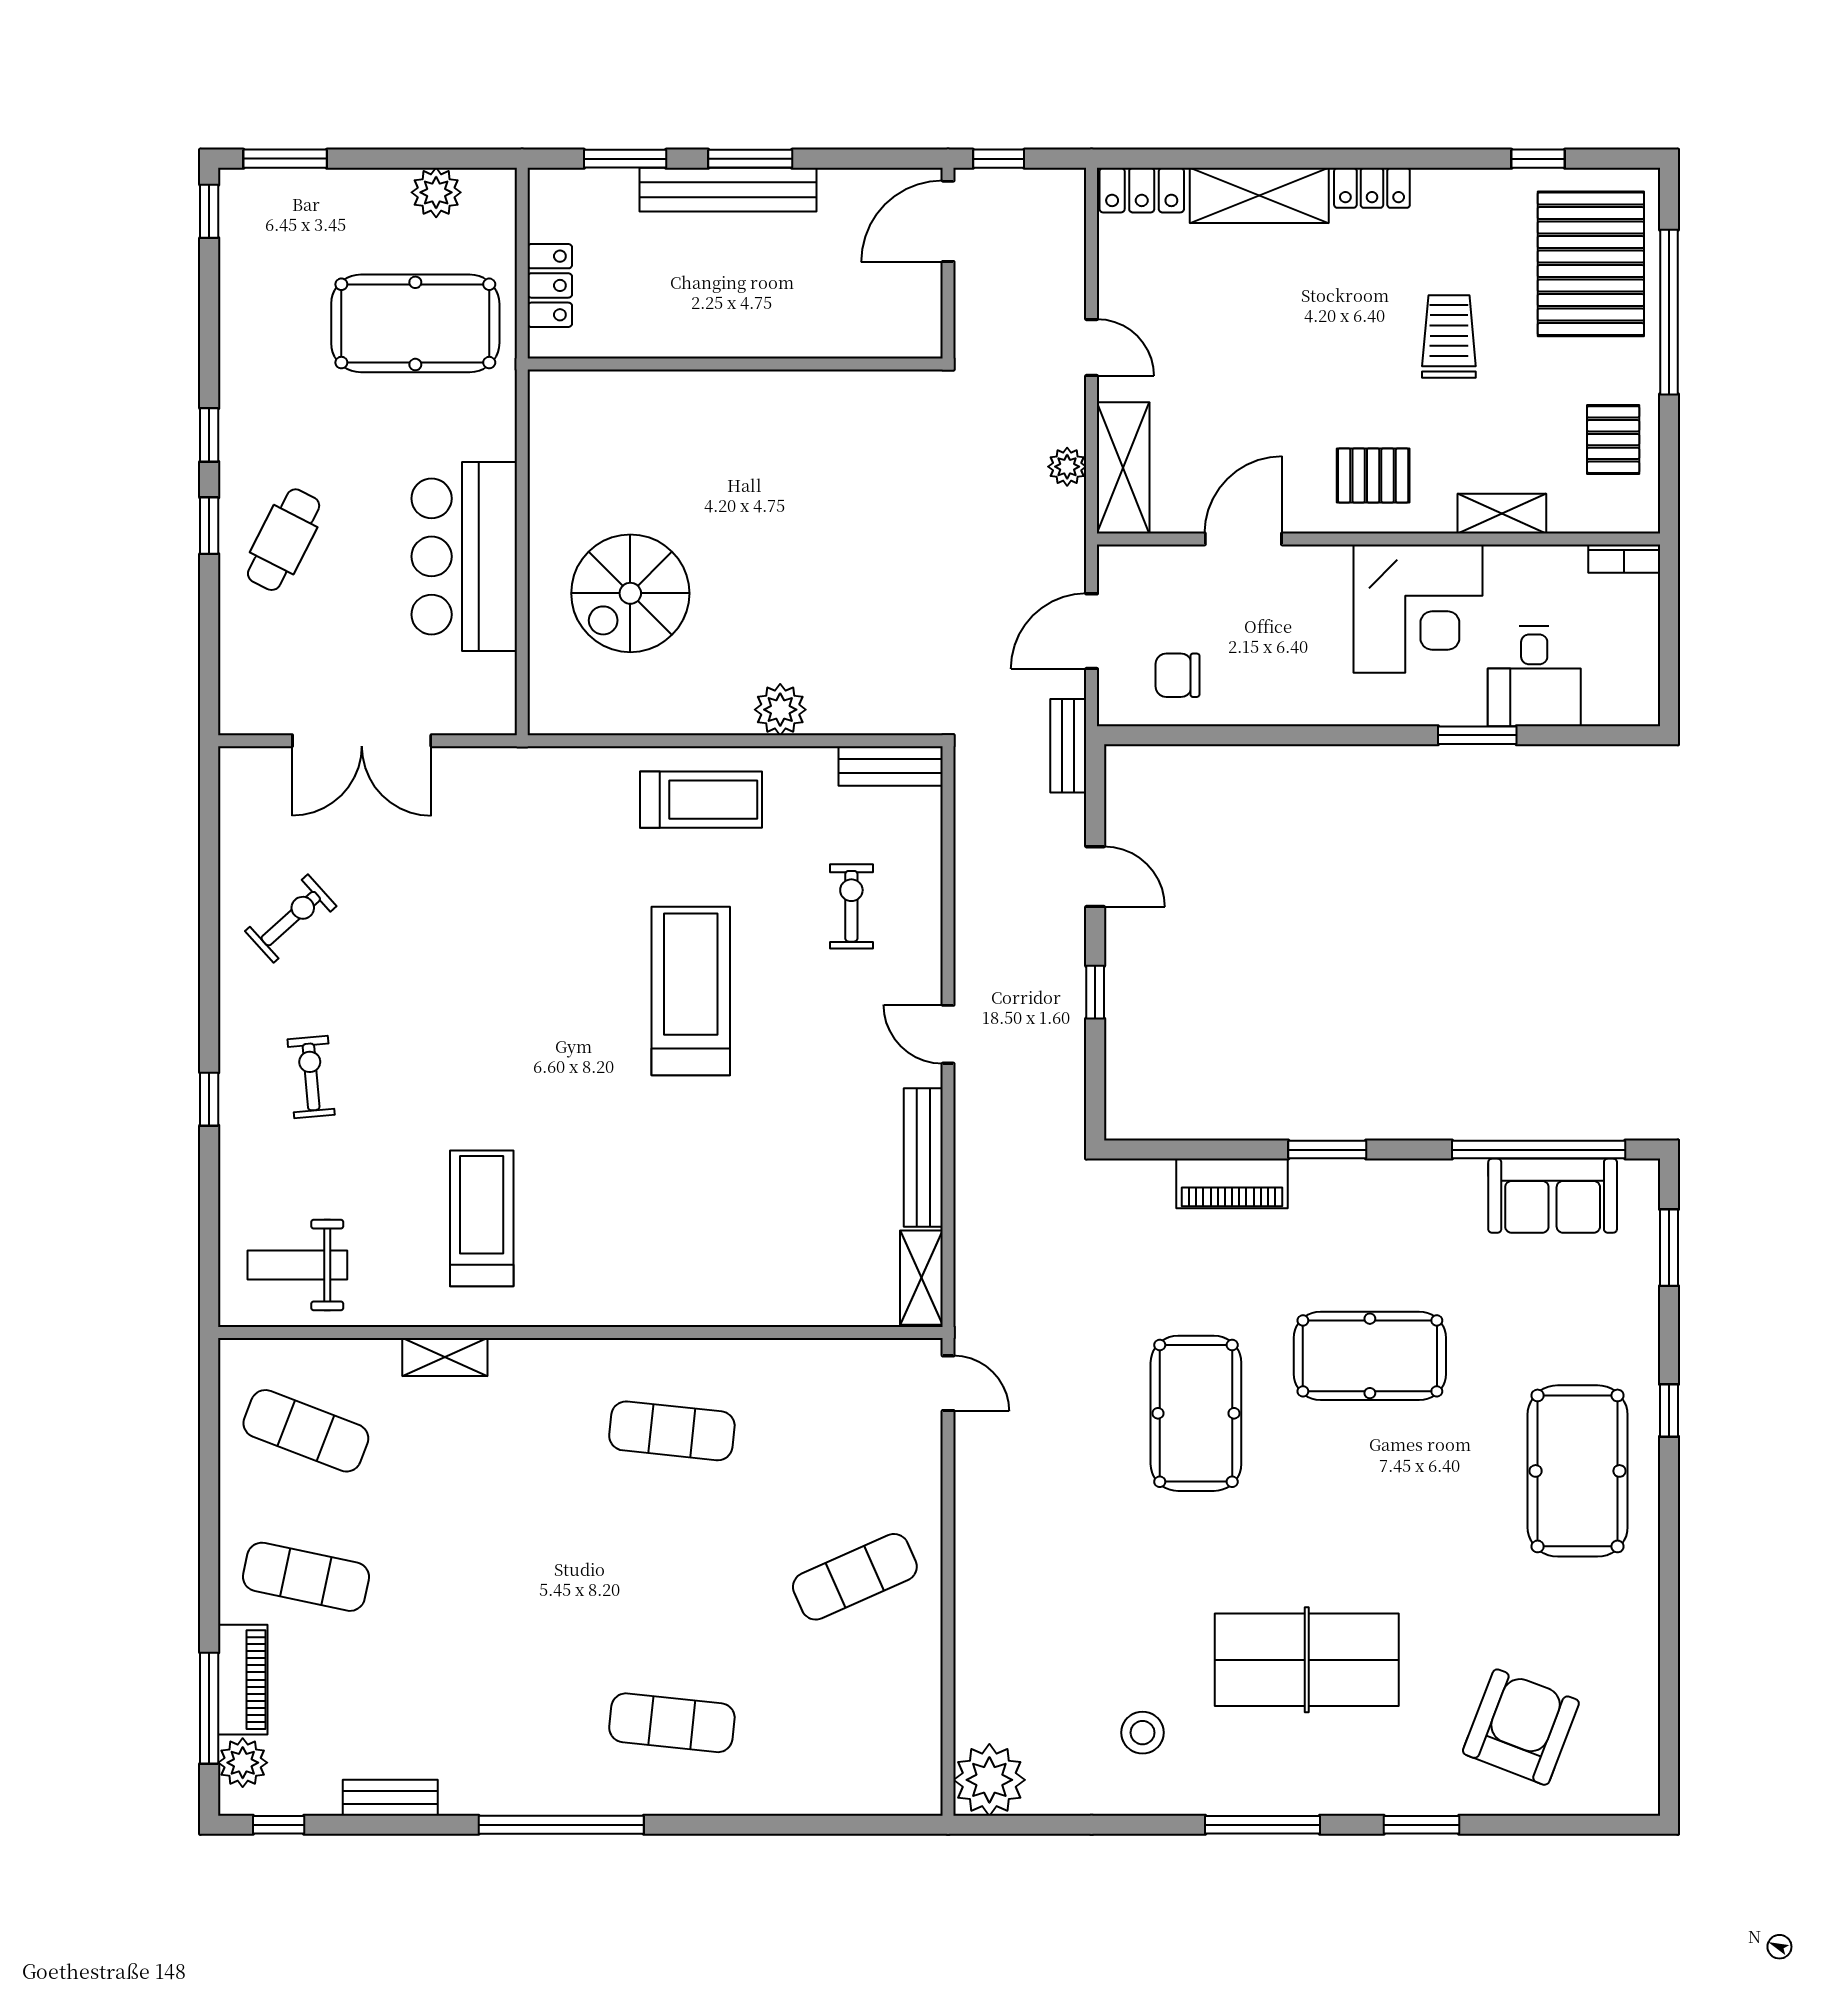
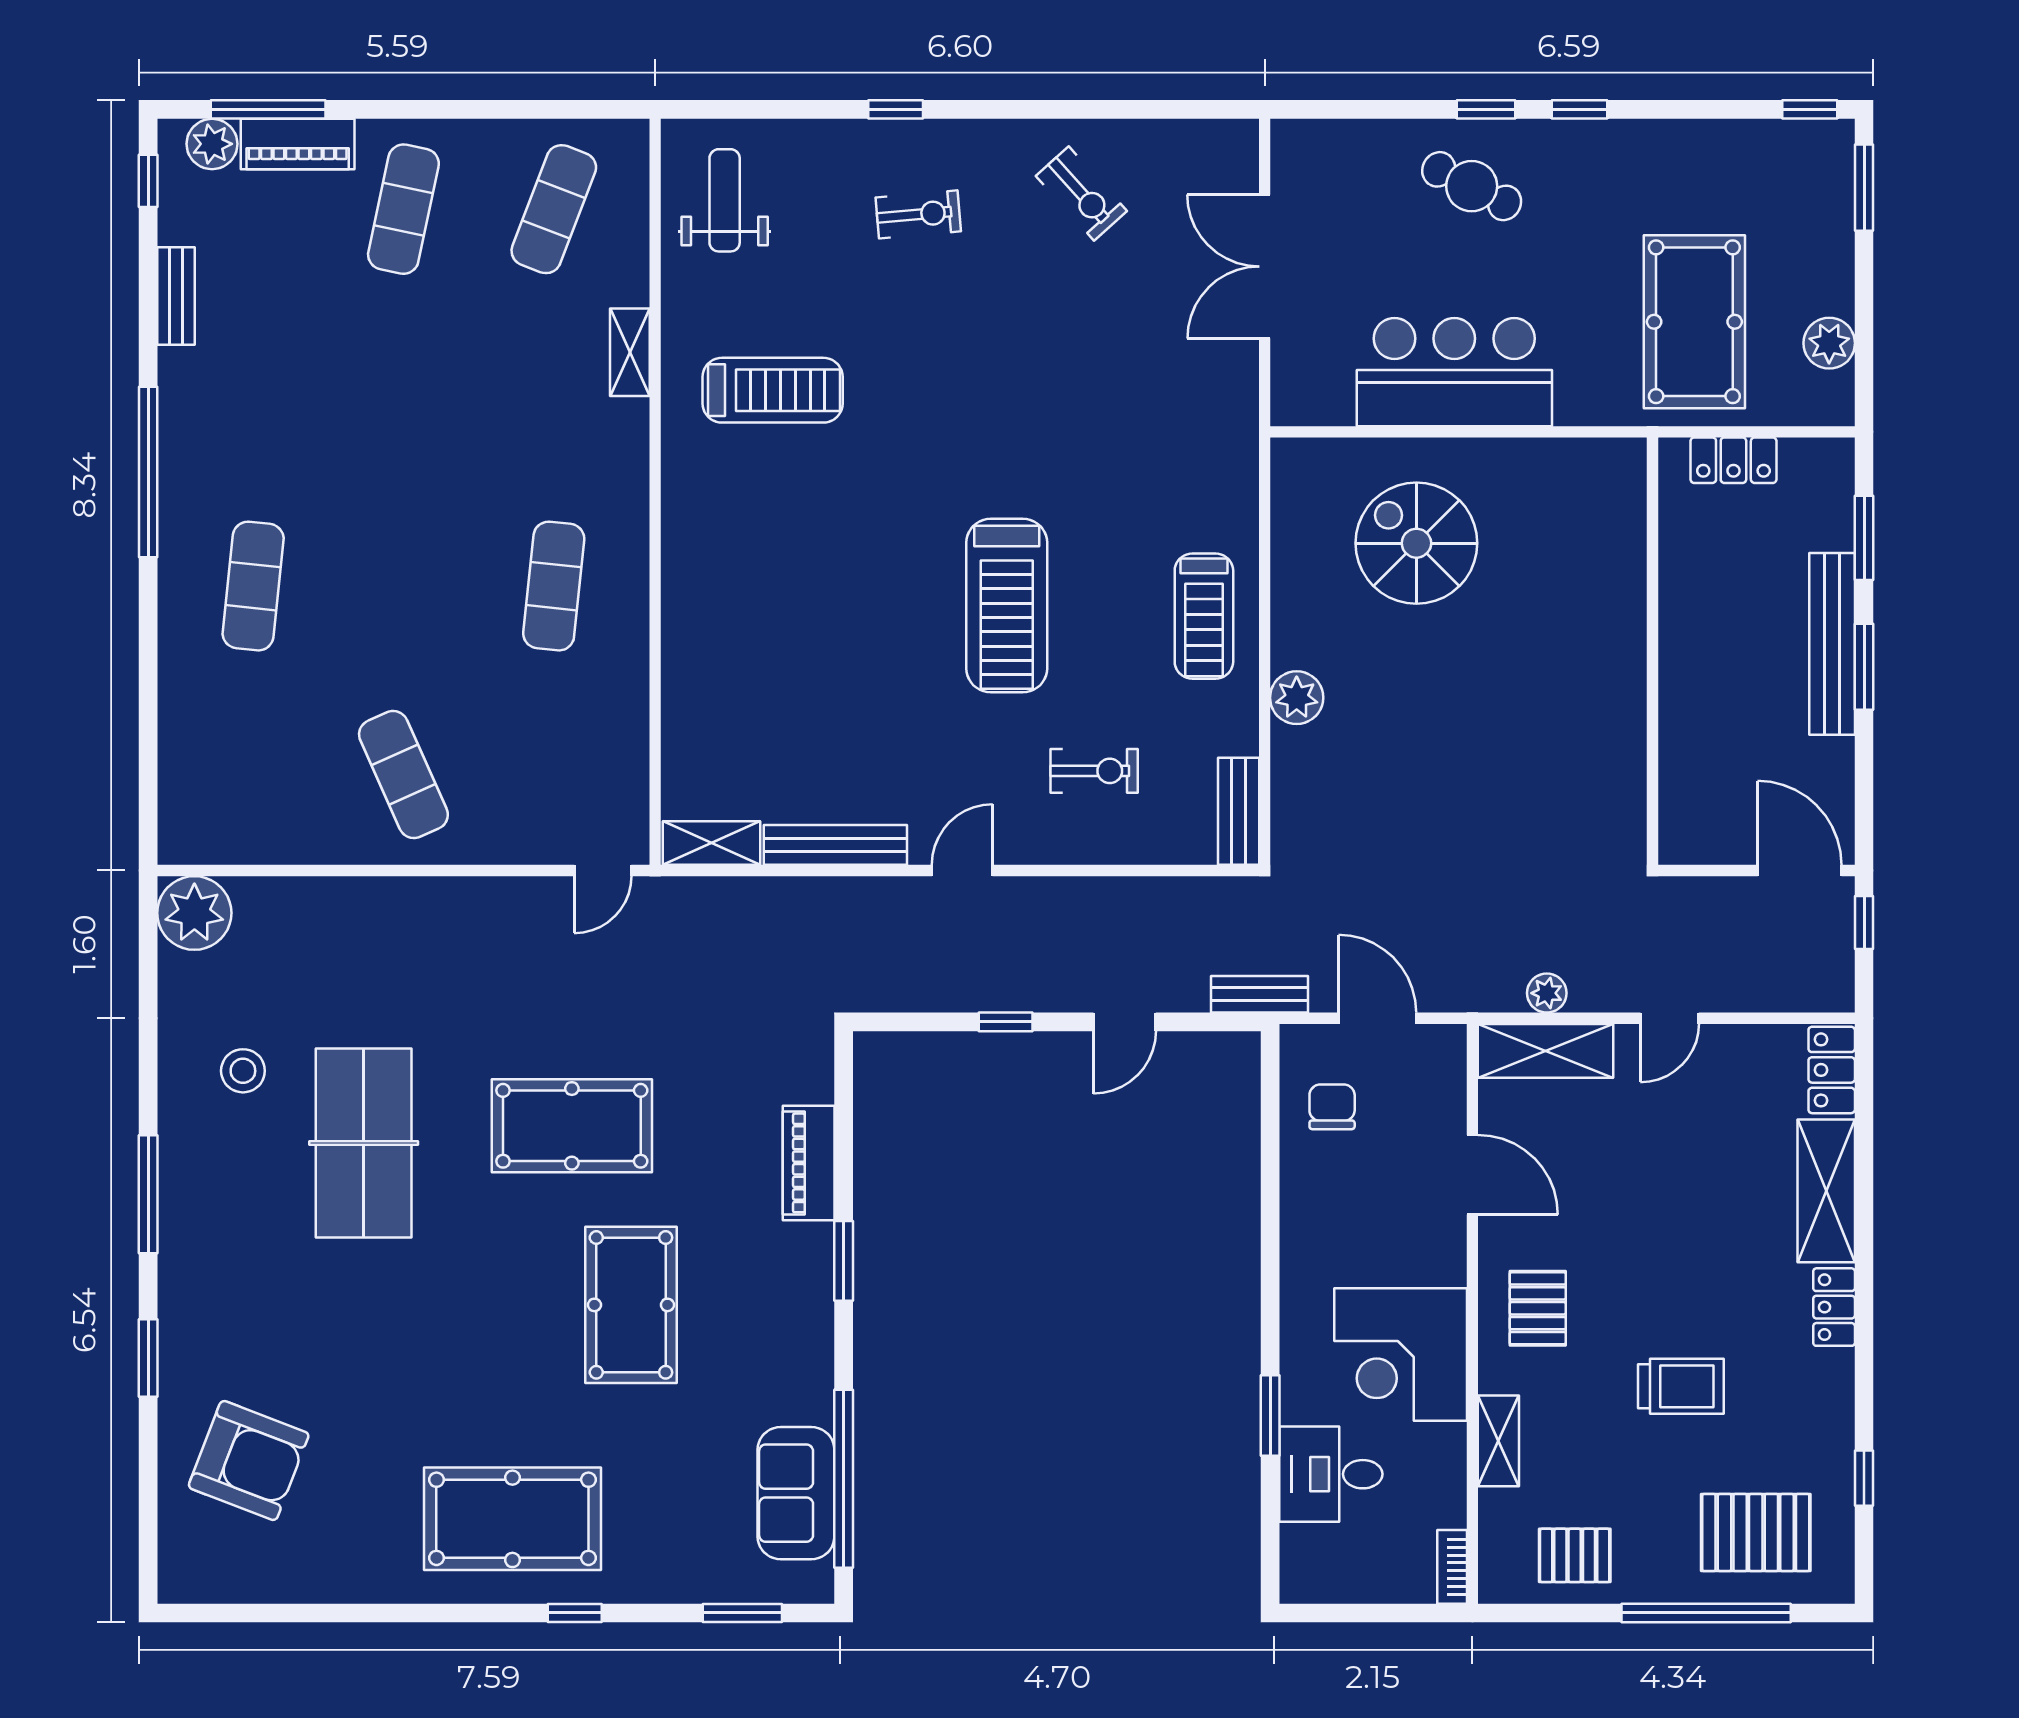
pallet: (1591, 264) -> (1756, 1533), width x0.73, depth x0.71
treadmill: (691, 991) -> (1007, 606), turned 90
table tennis table: (1307, 1660) -> (364, 1143), moved

